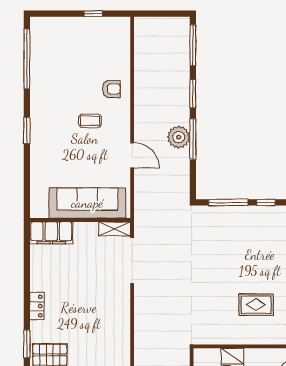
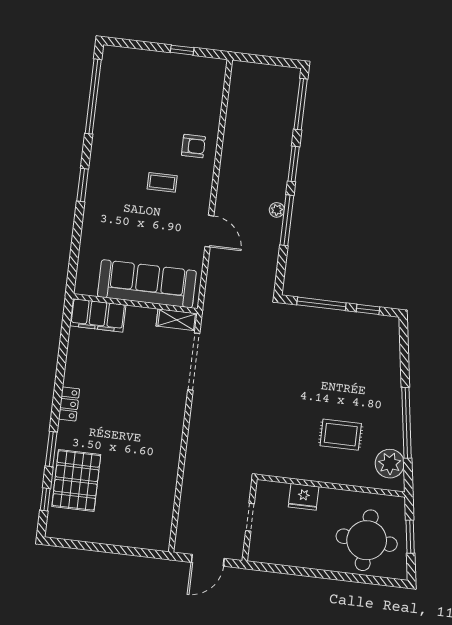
plant: (179, 137) -> (277, 210), width x0.53, depth x0.53

